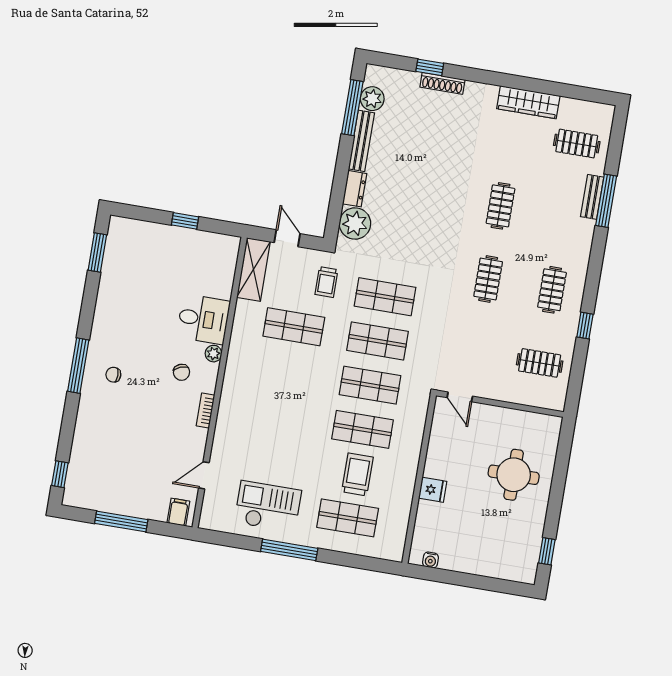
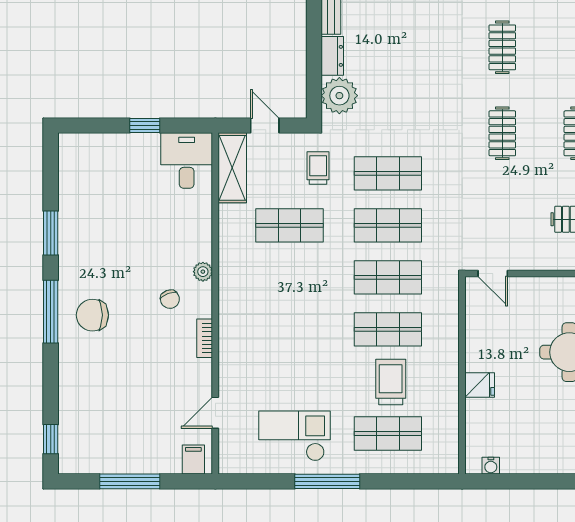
window: (97, 253) -> (51, 233), moved
trolley: (326, 282) -> (318, 168), turned 180
desk: (203, 319) -> (187, 161), moved, turned -90
chair: (113, 375) -> (92, 315), width x1.87, depth x1.87

